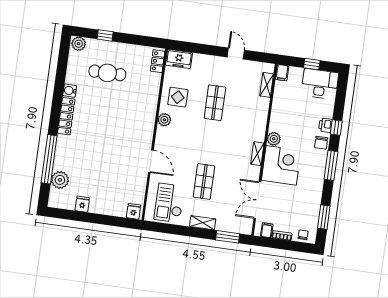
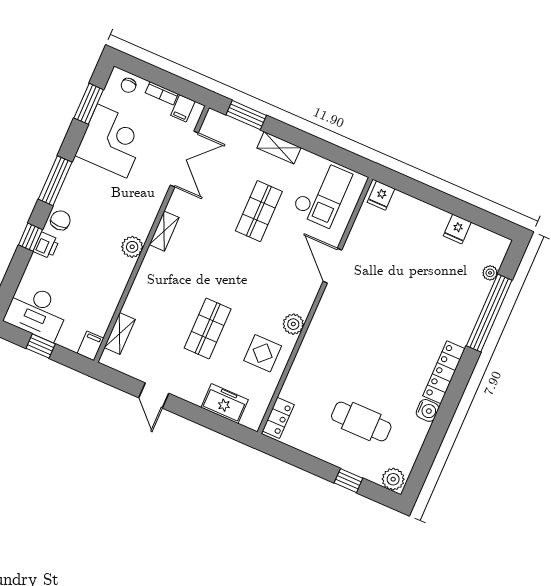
freezer: (179, 59) -> (225, 404), moved
corner desk: (281, 165) -> (112, 141), moved, turned 180
plant: (60, 180) -> (490, 273), width x0.53, depth x0.53

